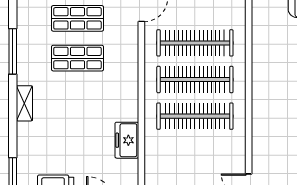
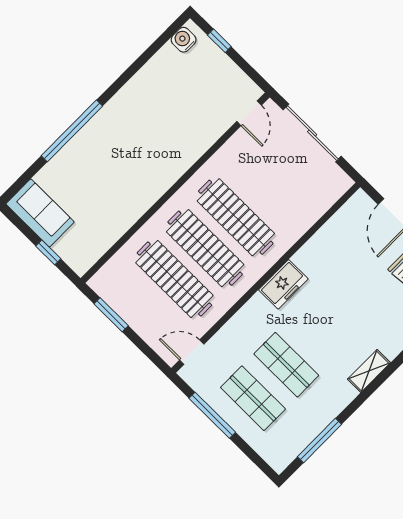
window: (13, 51) -> (320, 440), moved
freezer: (127, 140) -> (283, 284), moved

